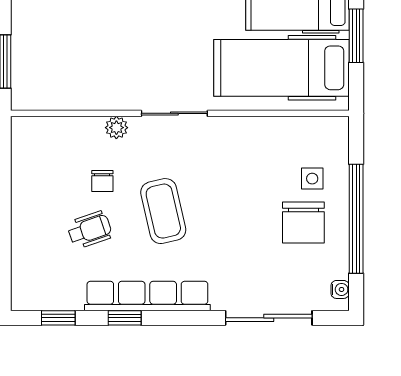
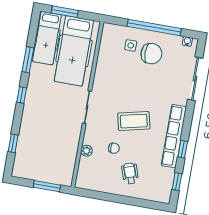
plant: (116, 128) -> (86, 151), moved
wheelchair: (90, 230) -> (130, 173), moved

